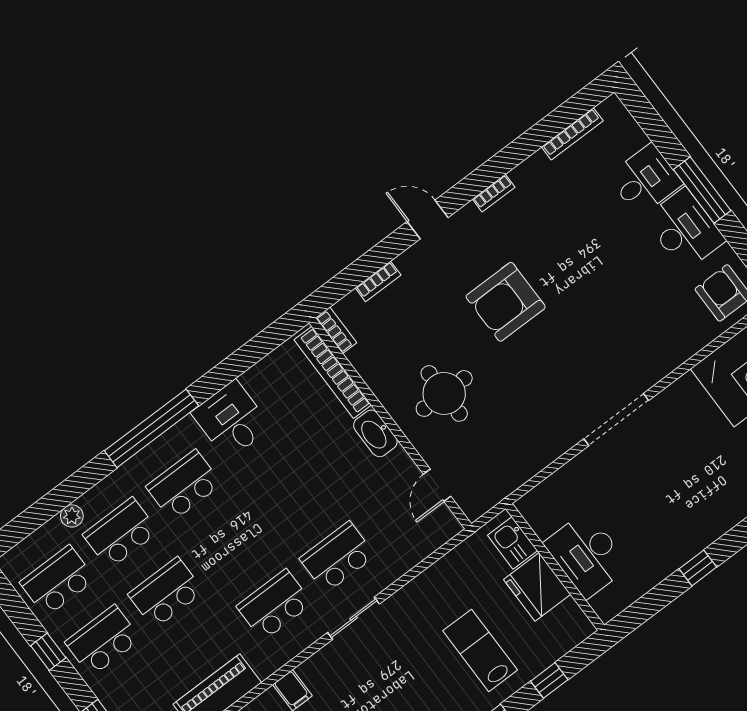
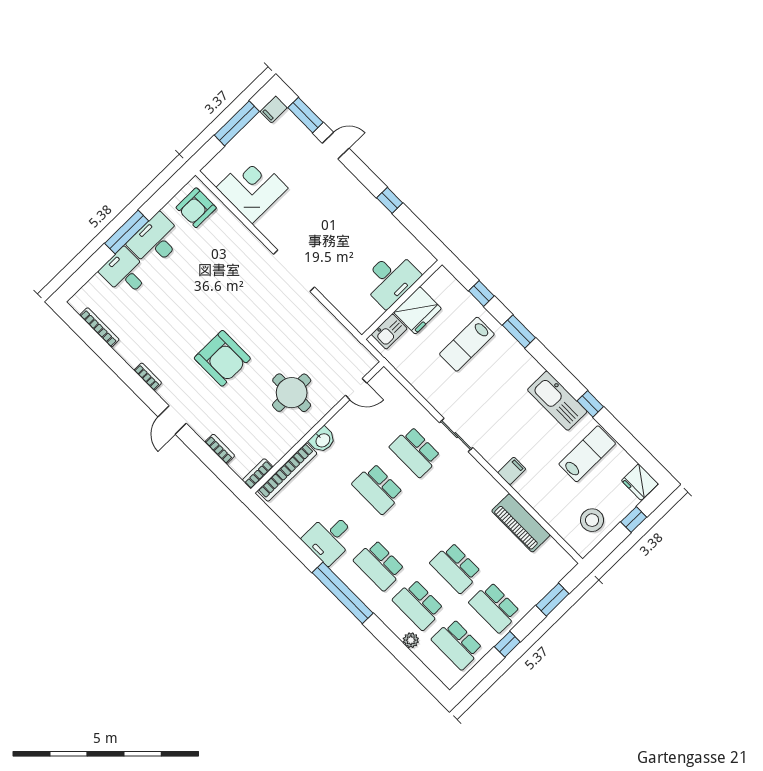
washbasin: (375, 433) -> (322, 440), width x0.72
school desk: (274, 605) -> (378, 489), moved

